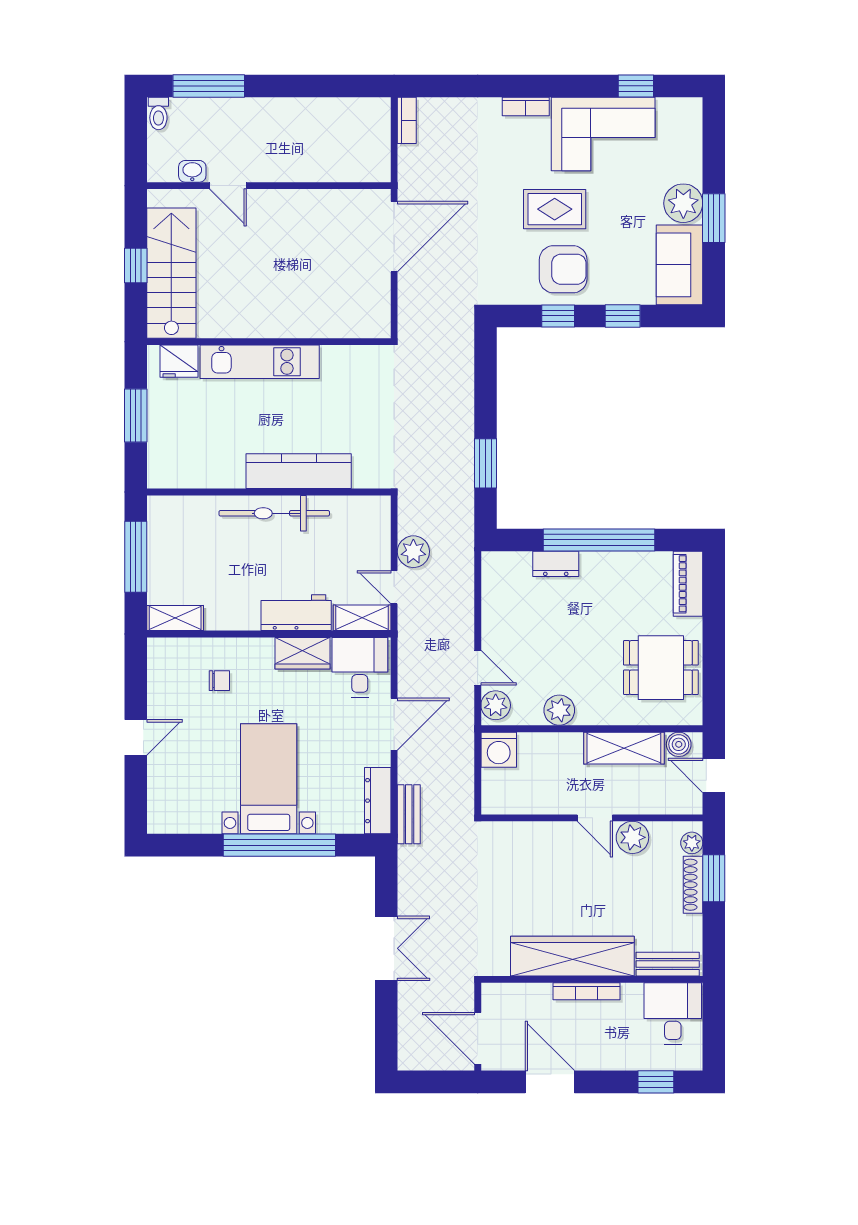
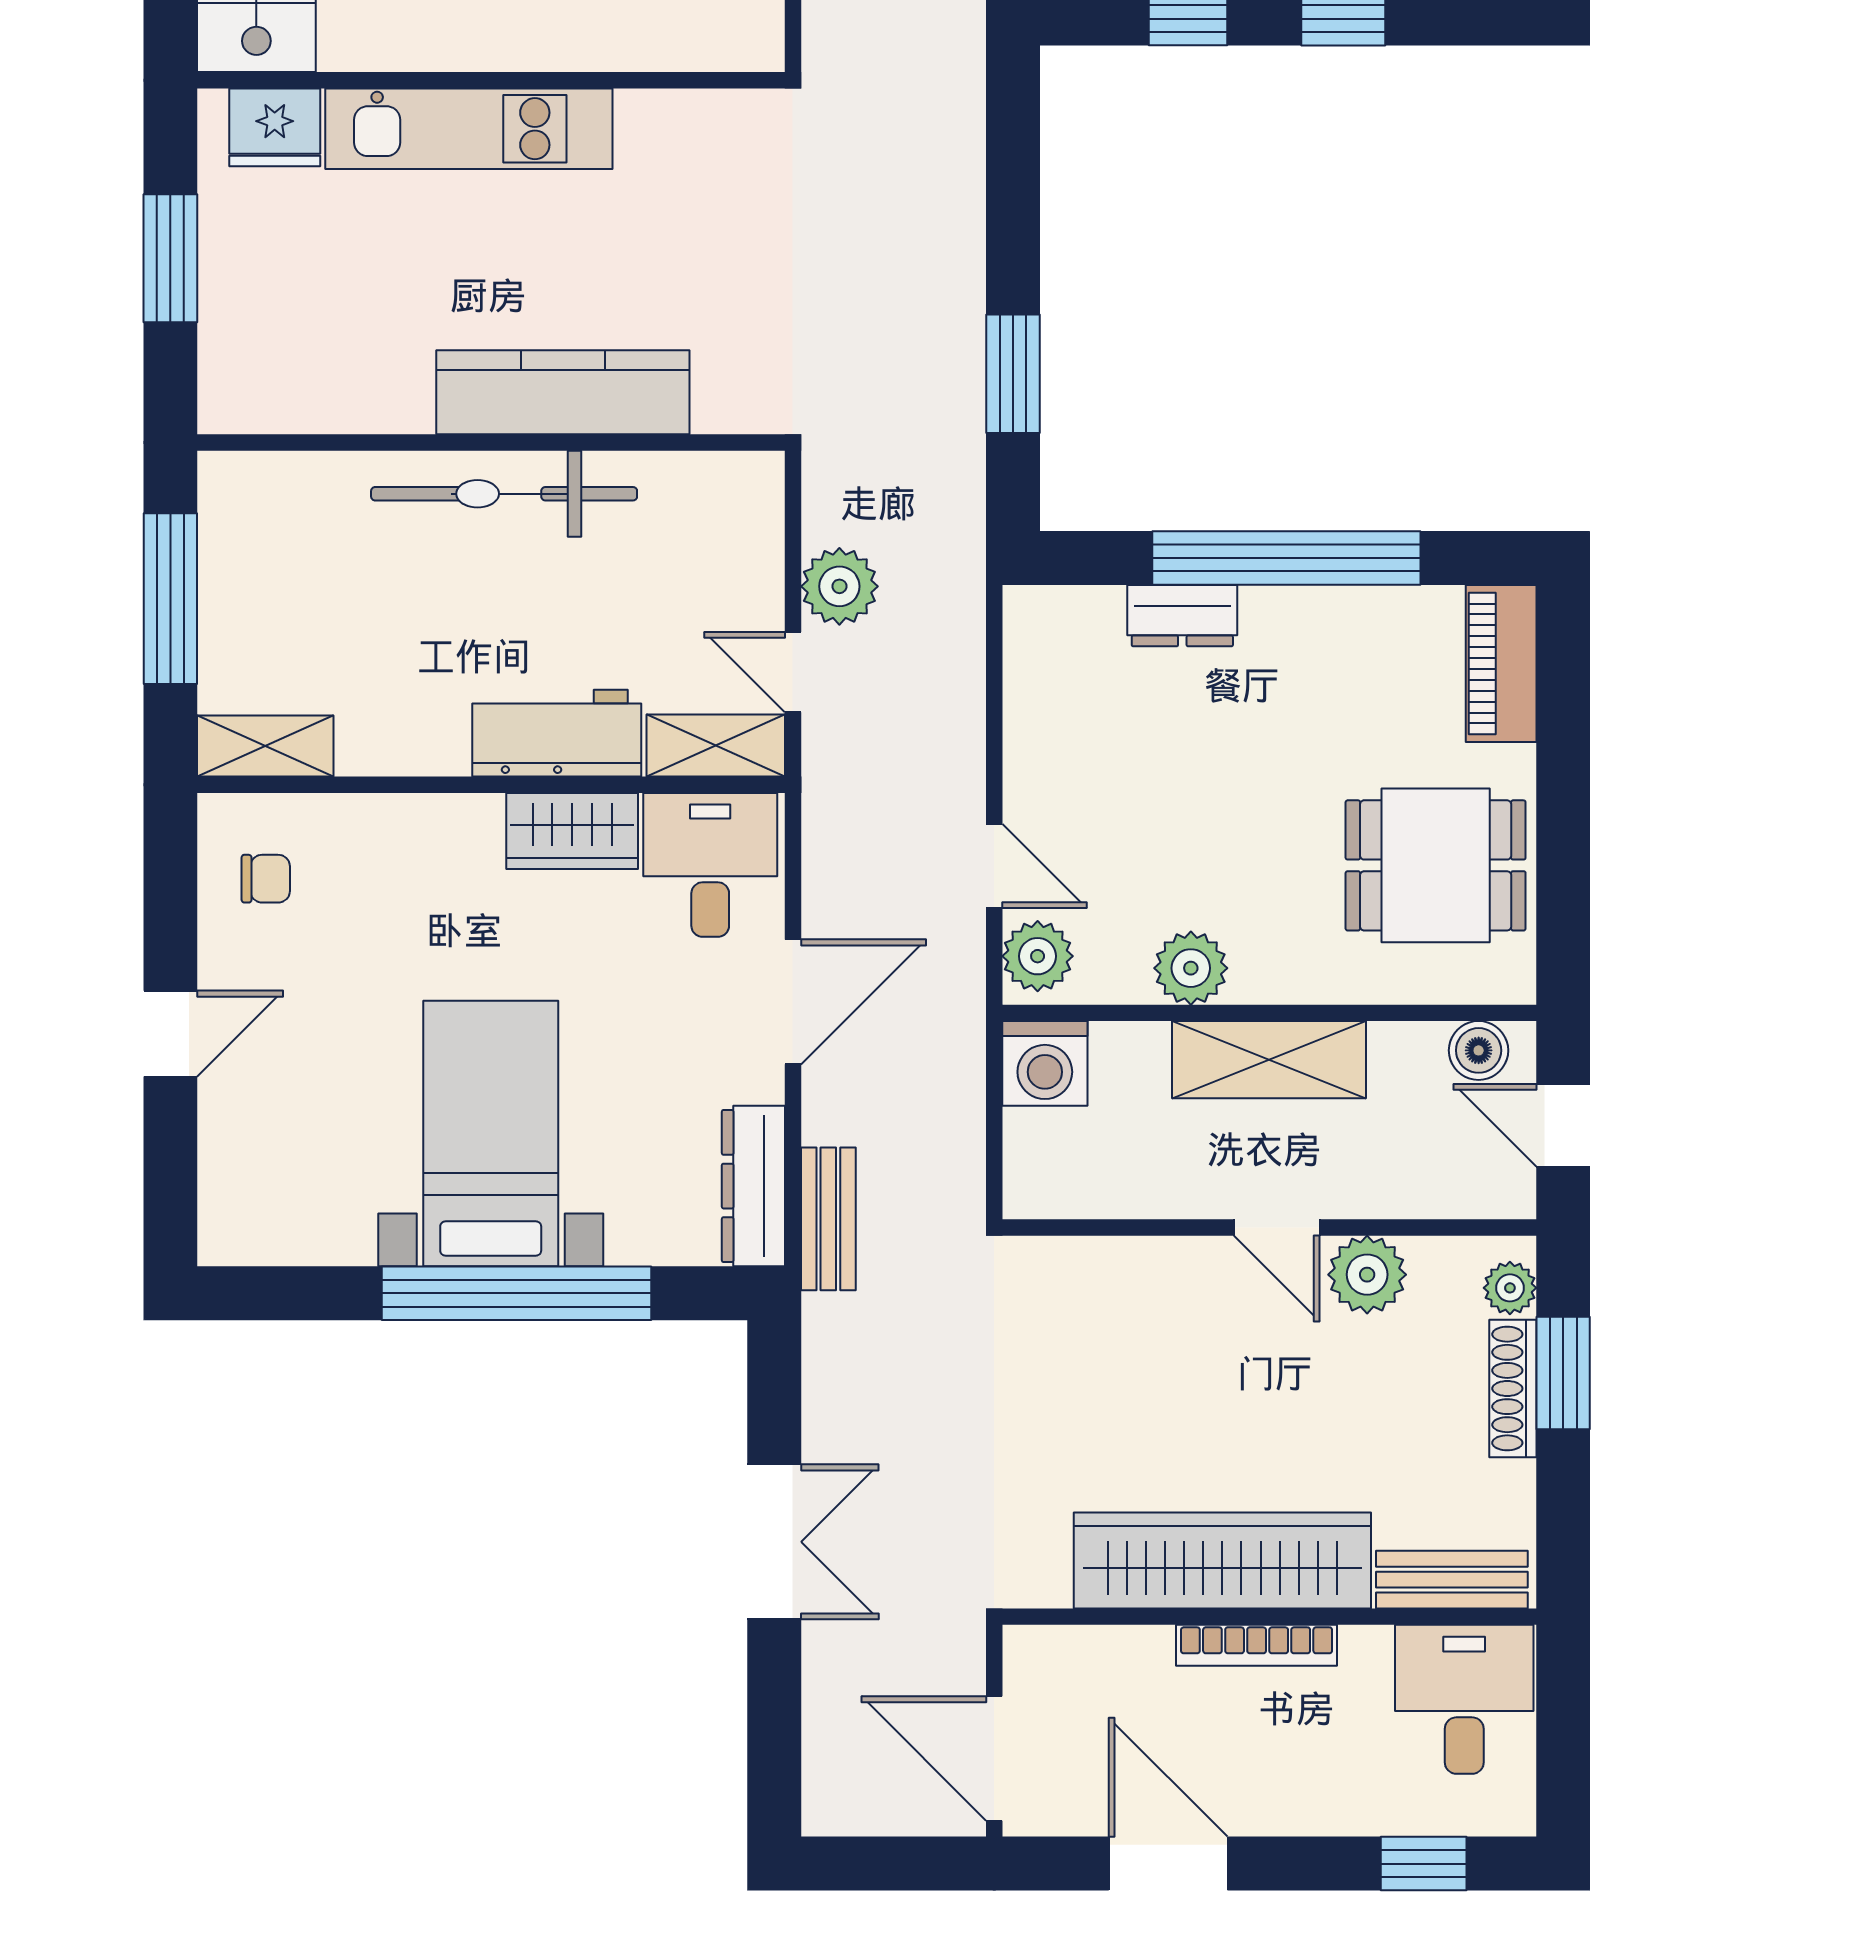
chair: (219, 681) -> (266, 879), moved
shelving: (624, 748) -> (1269, 1060), moved

